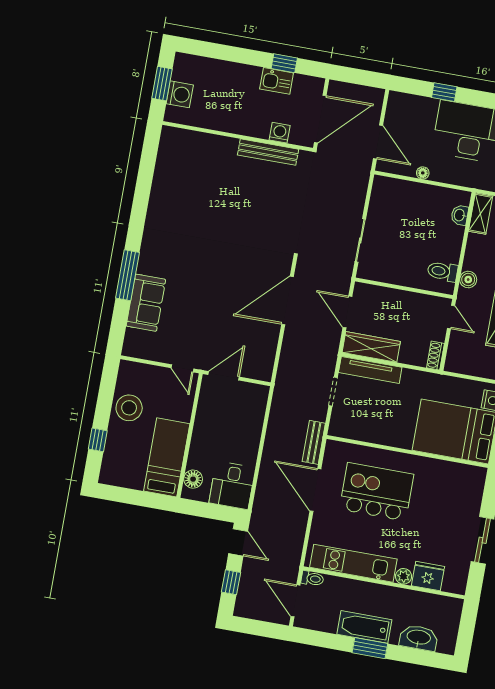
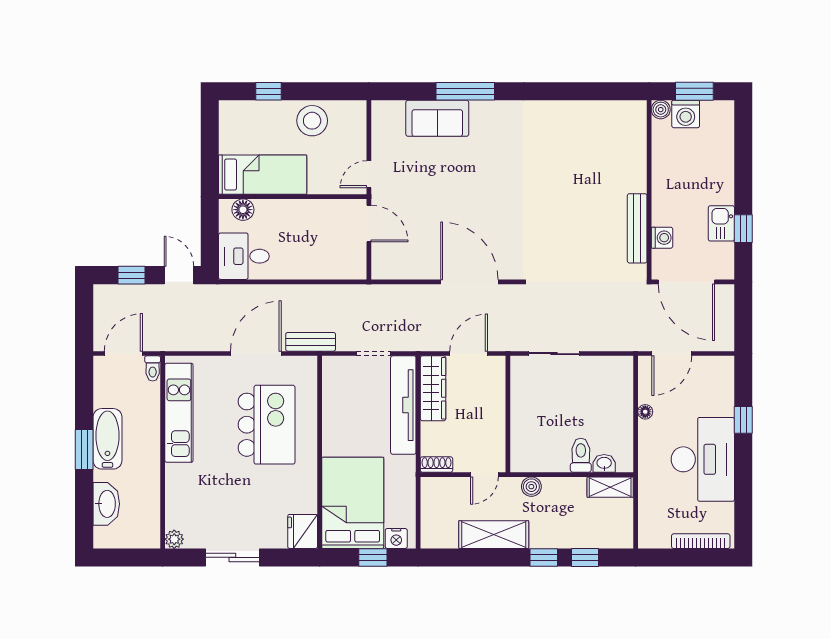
boiler: (172, 114) -> (661, 110), added
toilet: (443, 271) -> (581, 455), moved
tv unit: (370, 370) -> (403, 405), width x1.36, depth x1.29
door: (238, 542) -> (179, 275), swing flipped
plant: (404, 576) -> (174, 539), moved
fridge: (428, 576) -> (303, 531), moved, turned 180

